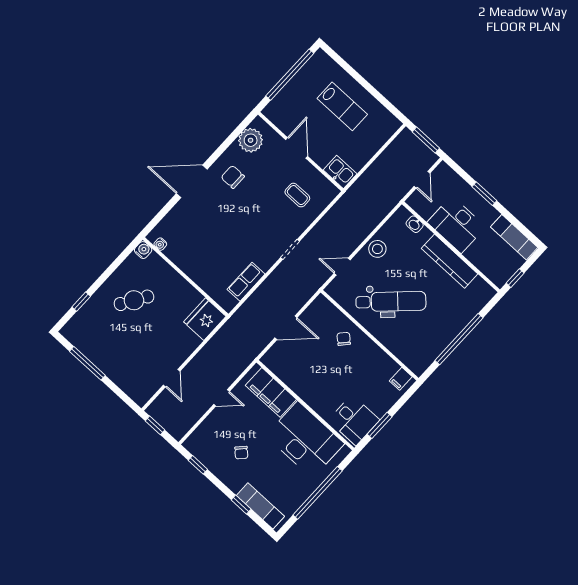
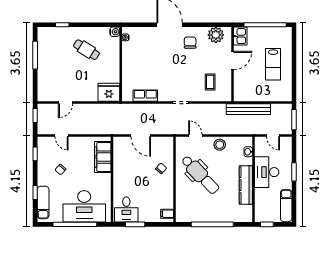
kitchen sink: (340, 172) -> (240, 36), moved
bench: (367, 180) -> (248, 109), added
door: (422, 180) -> (273, 135), hinge flipped
door: (222, 398) -> (61, 135), moved
desk: (305, 440) -> (84, 206), moved, turned 90

